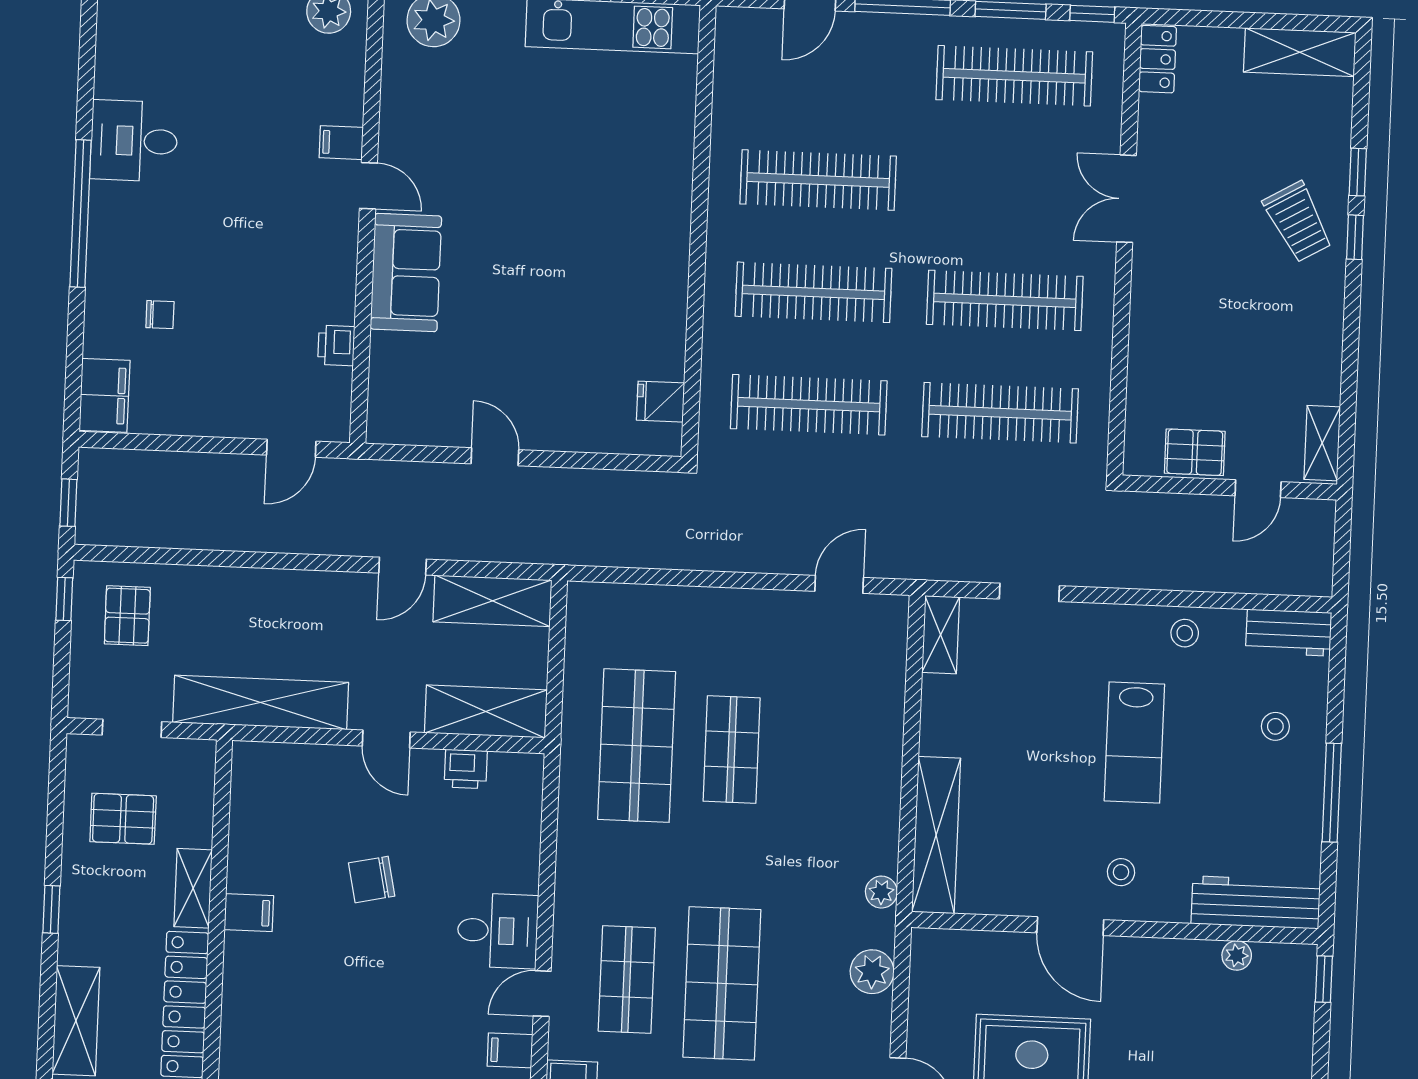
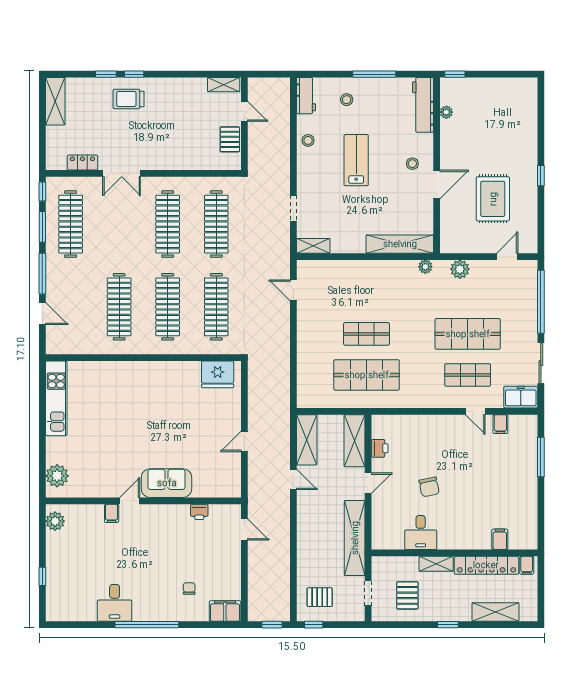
locker: (1158, 59) -> (82, 163), moved
trolley: (1298, 222) -> (129, 99), turned -150
fridge: (661, 402) -> (218, 374), width x1.88, depth x1.34
lab bench: (1134, 742) -> (356, 160), turned -90
filing cabinet: (249, 913) -> (500, 539), moved
desk: (498, 931) -> (421, 533), moved, turned 180

